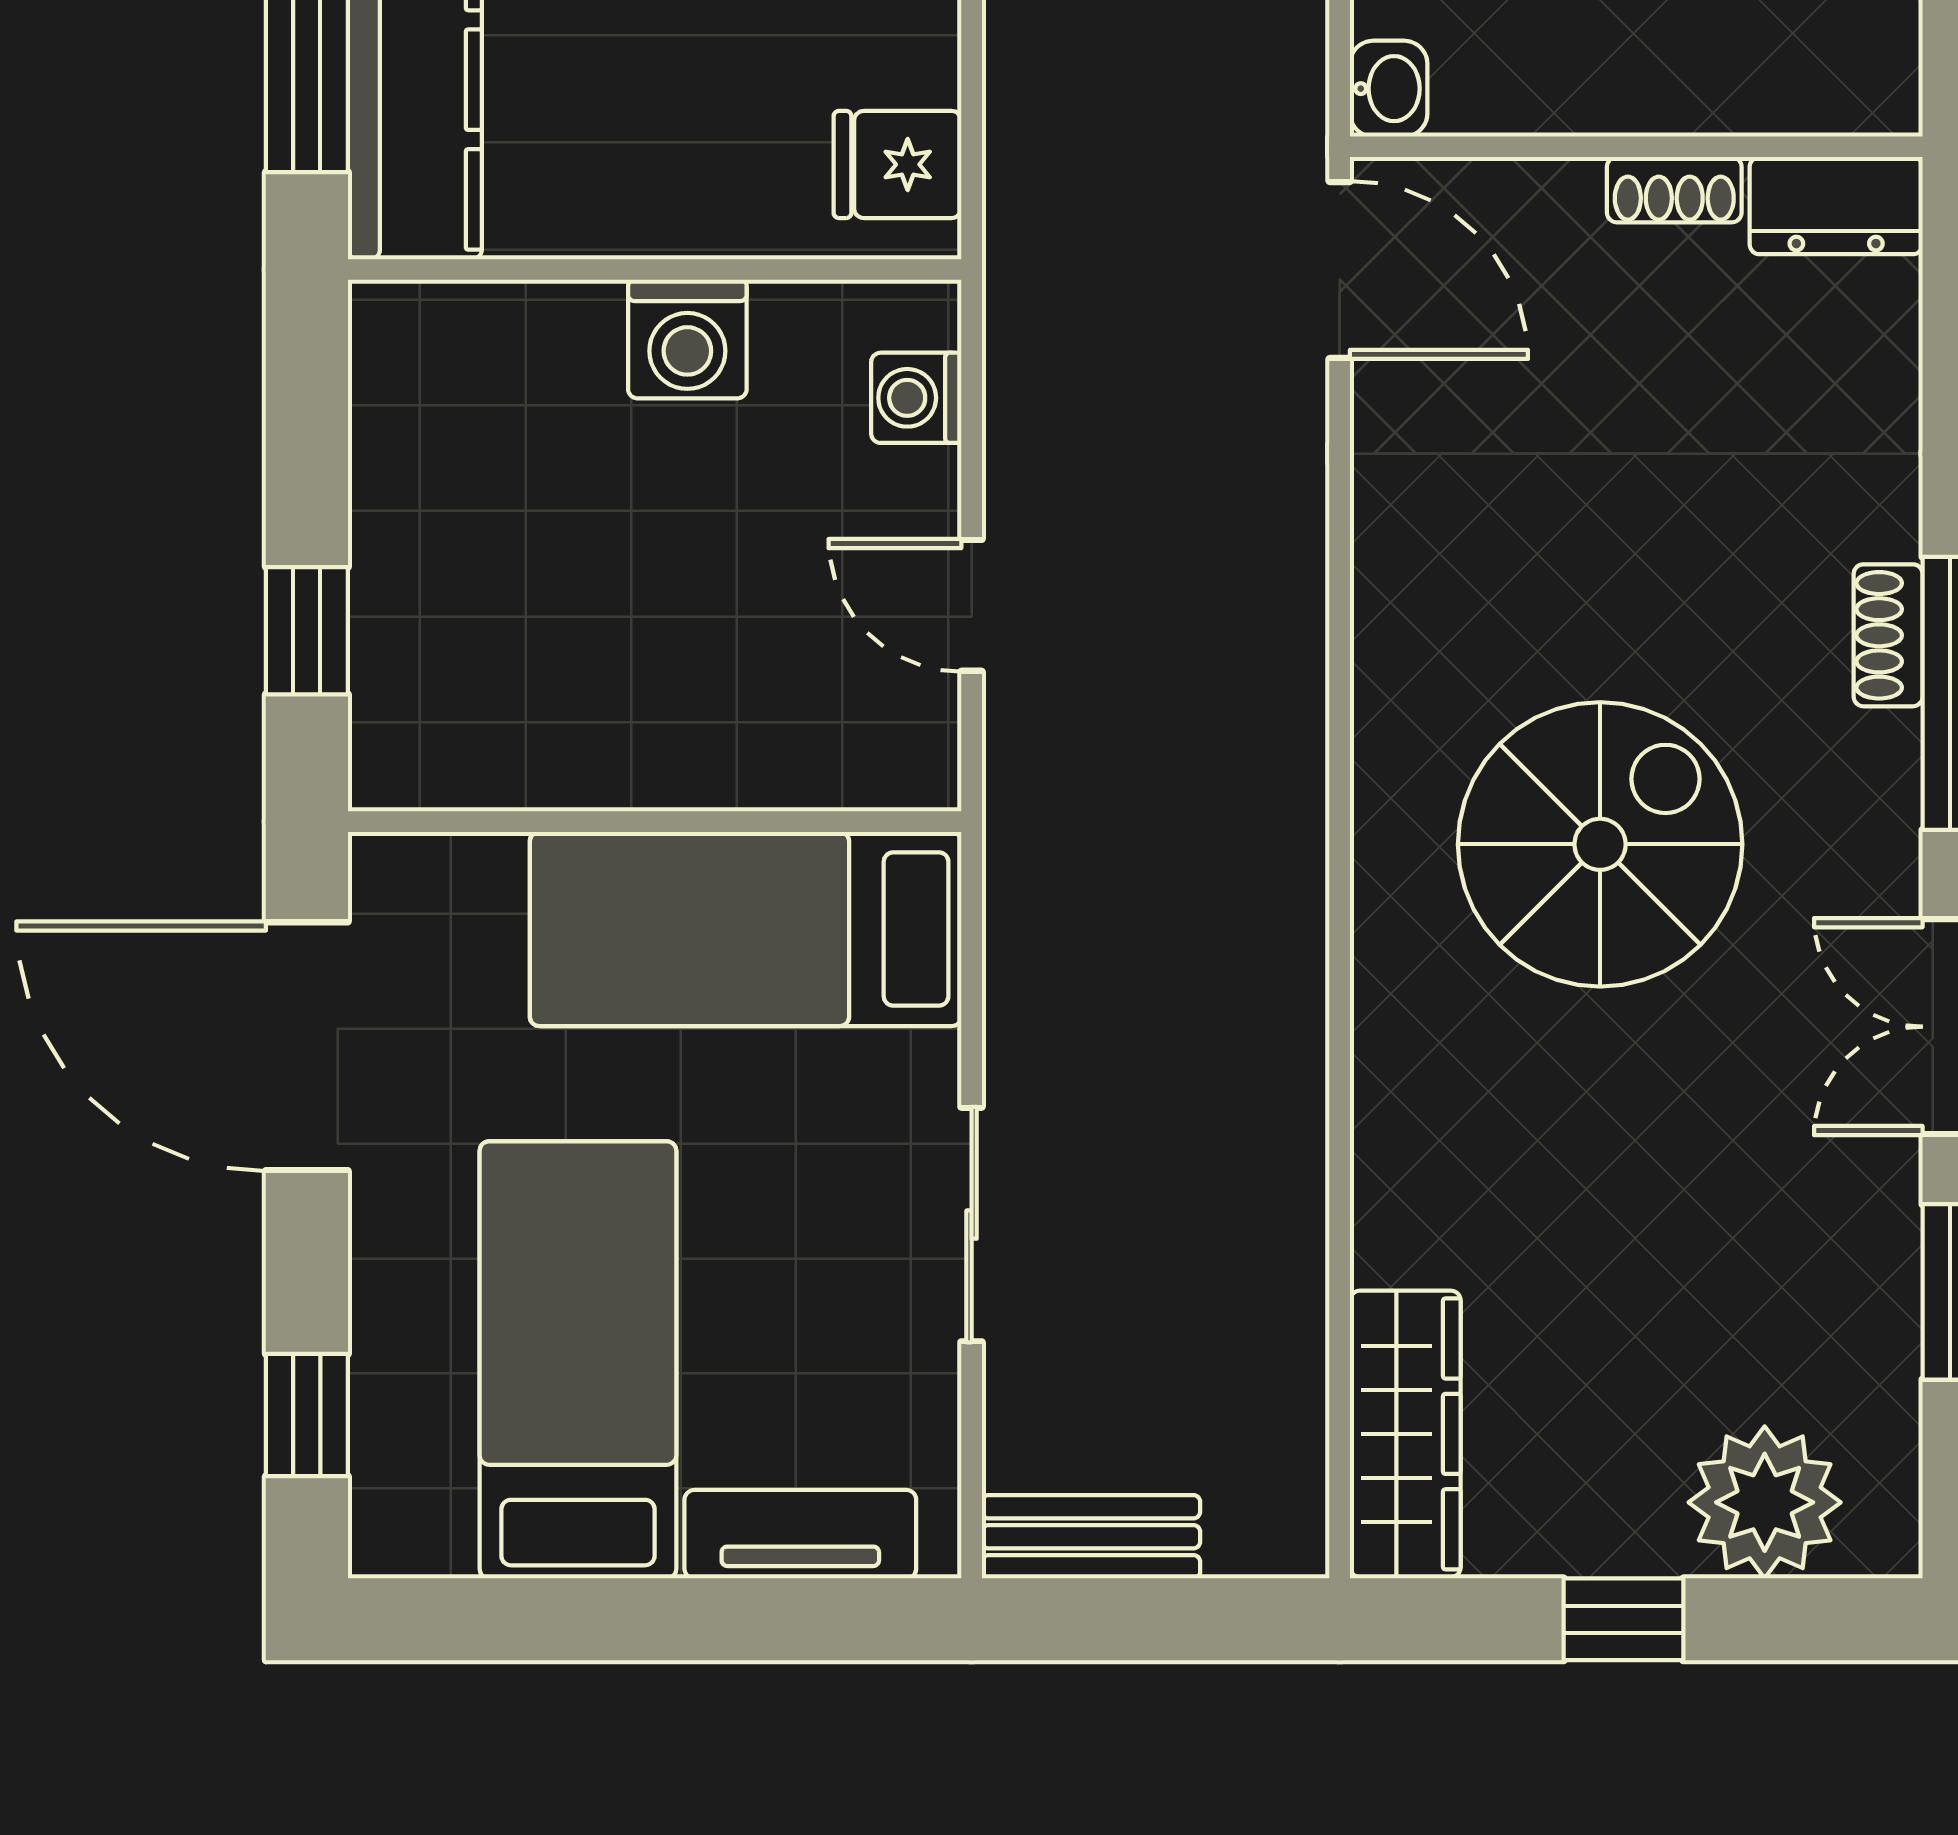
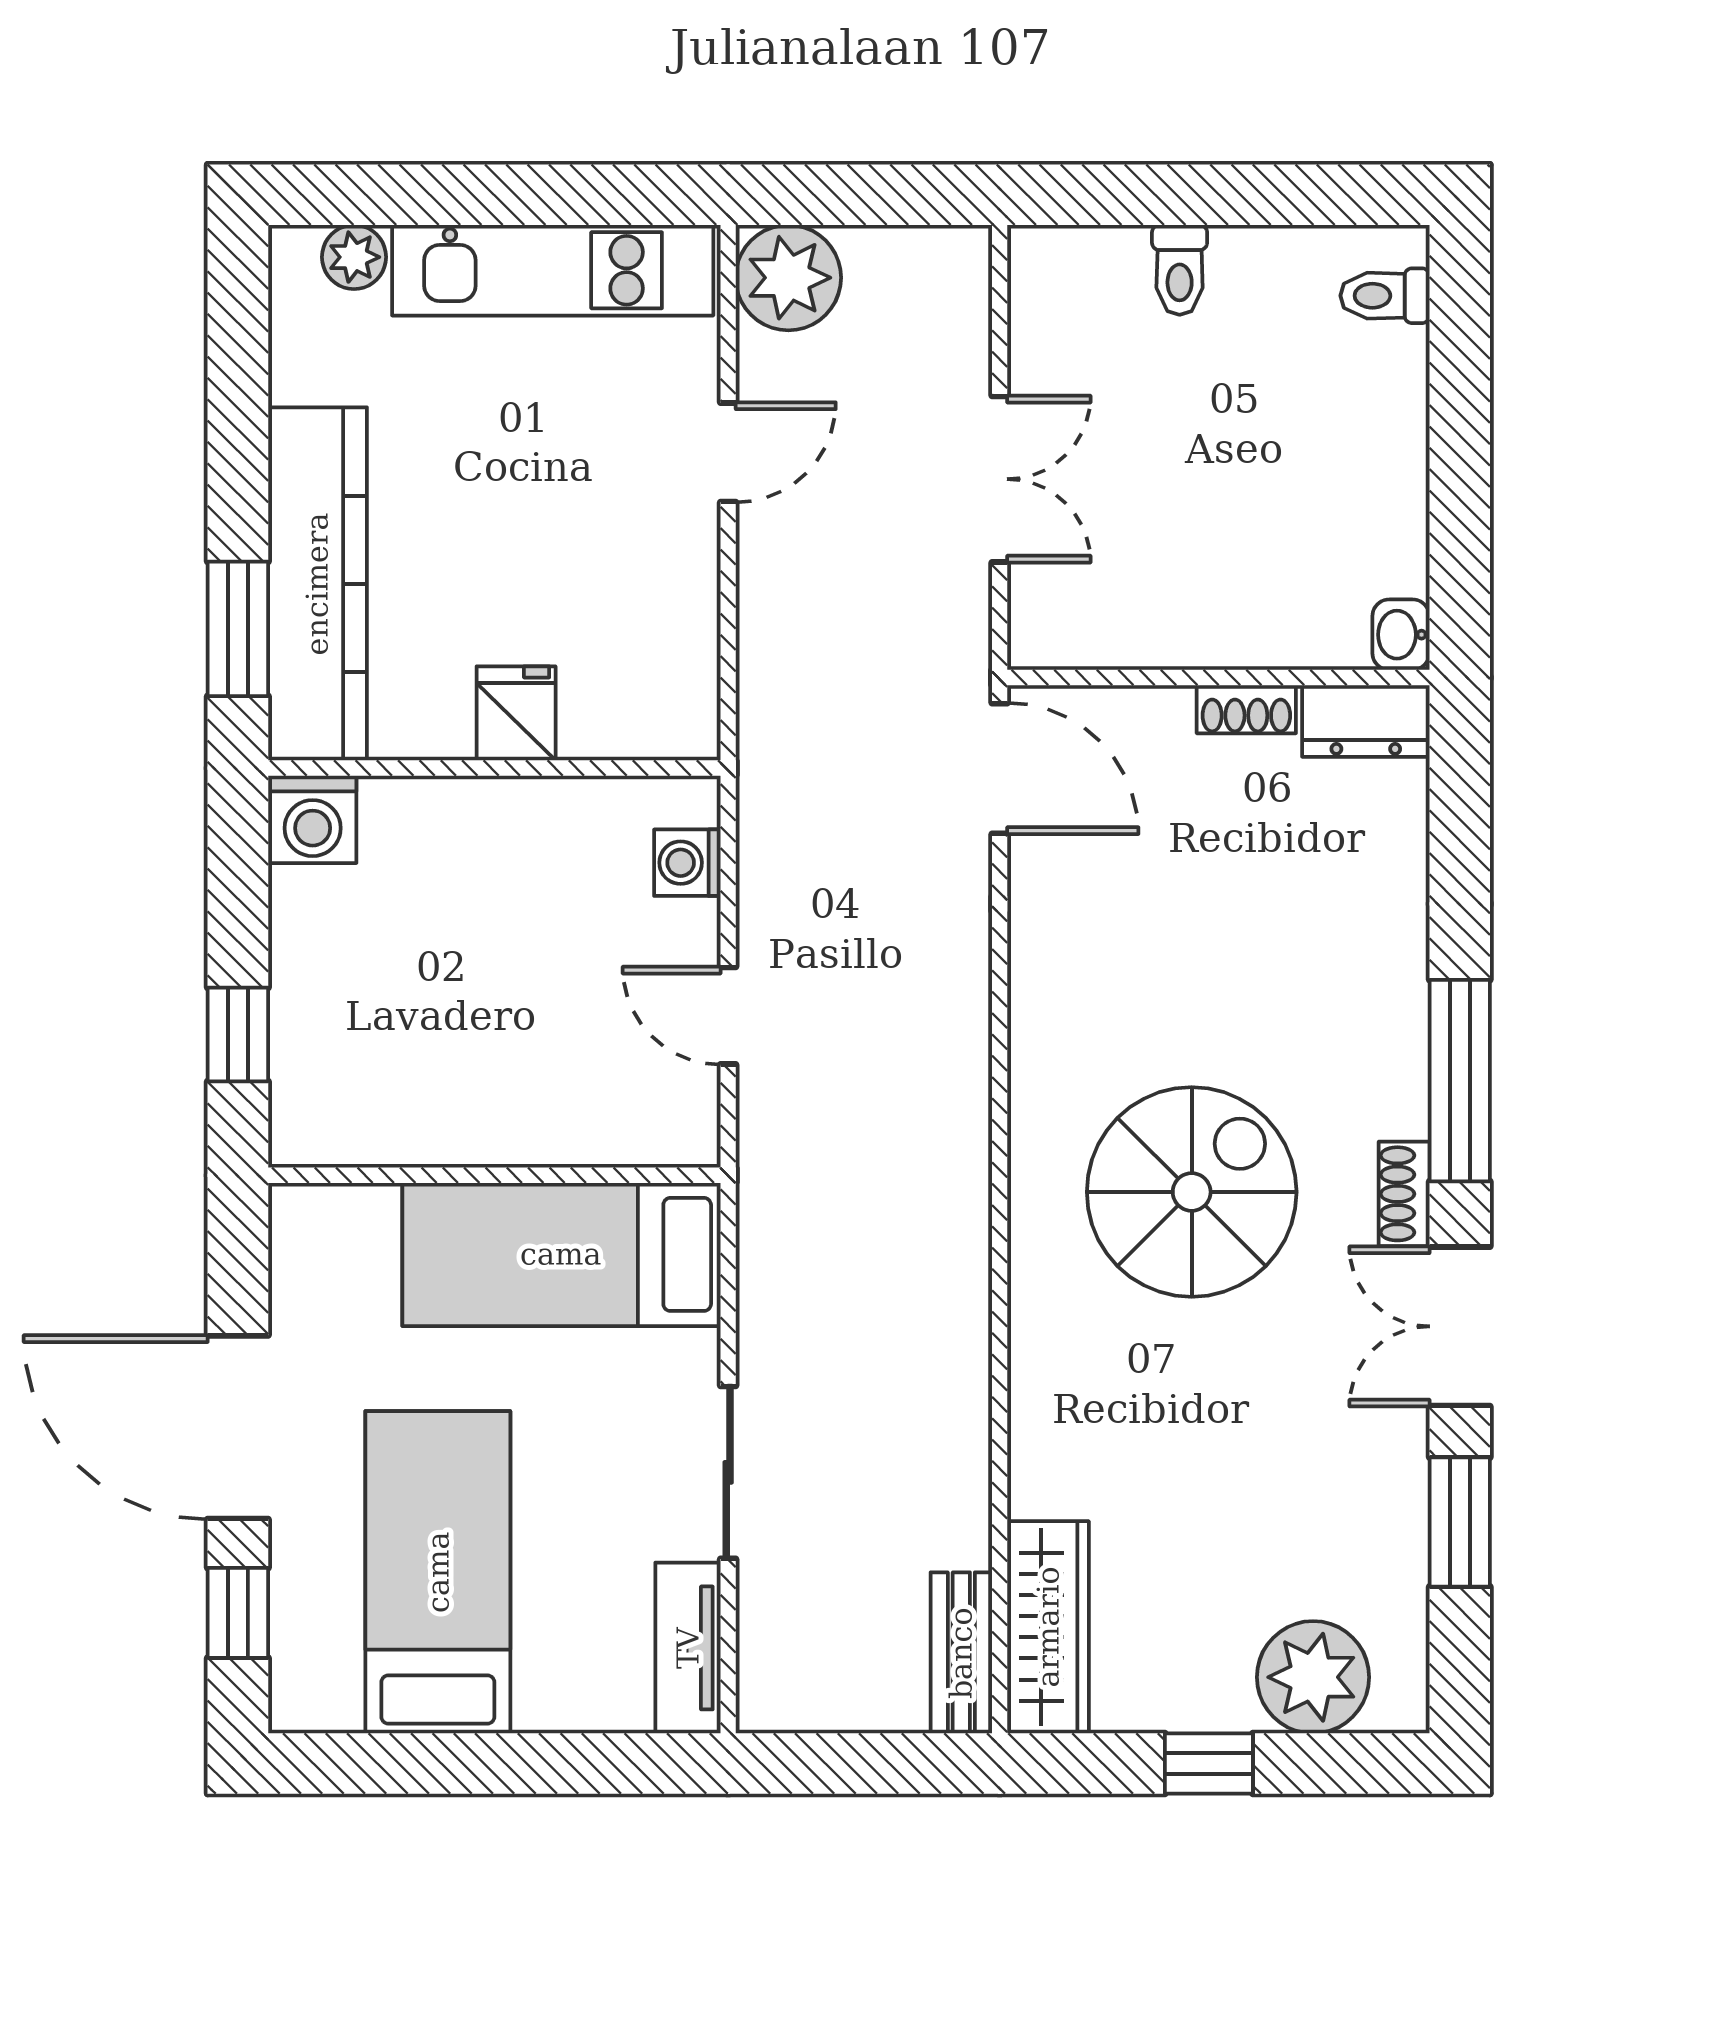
washbasin: (1389, 89) -> (1401, 635), moved, turned 180
fridge: (897, 164) -> (516, 713), moved, turned 90
washing machine: (687, 339) -> (313, 819), moved
shoe rack: (1888, 635) -> (1404, 1194), moved
door: (307, 1046) -> (238, 1427), moved
tv unit: (800, 1534) -> (688, 1648), moved, turned -90
bench: (1091, 1537) -> (961, 1653), moved, turned 90

